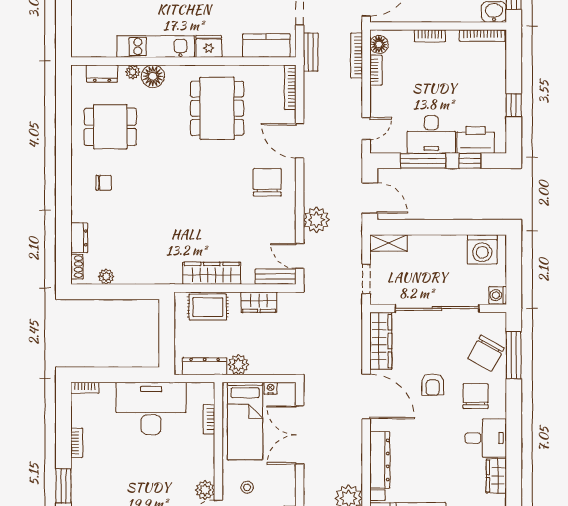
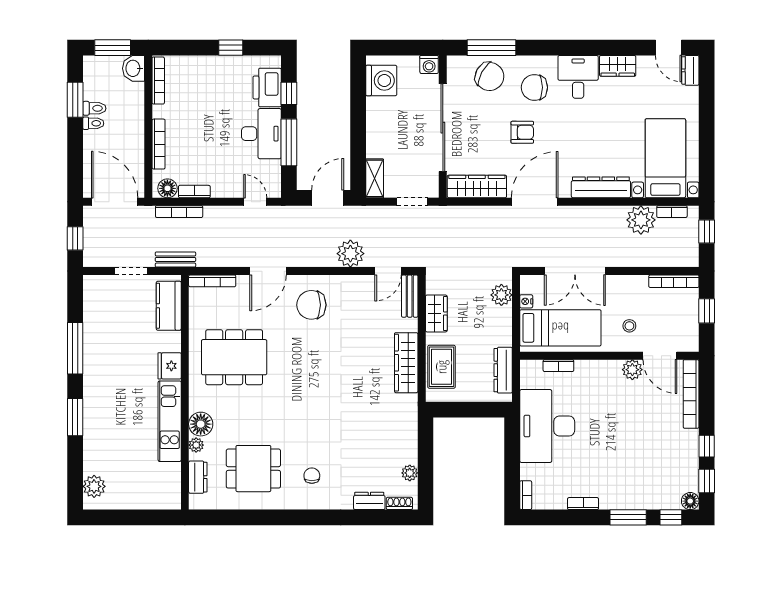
bookcase: (430, 36) -> (159, 144), width x1.56
dining table: (110, 127) -> (253, 469), turned 90
plant: (238, 365) -> (501, 295), moved

